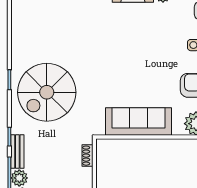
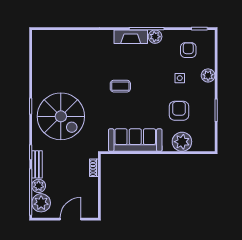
coffee table: (120, 55) -> (120, 86), added
spiral stairs: (47, 92) -> (61, 116), turned -90

